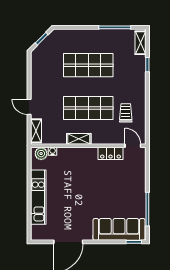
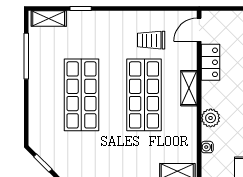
shelving: (79, 139) -> (189, 88), moved
plant: (41, 154) -> (211, 118), moved

